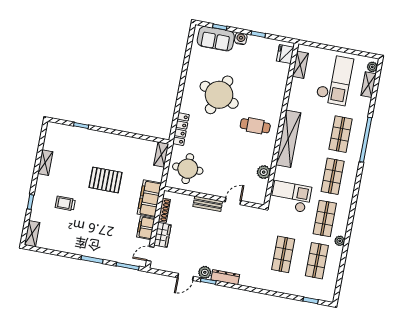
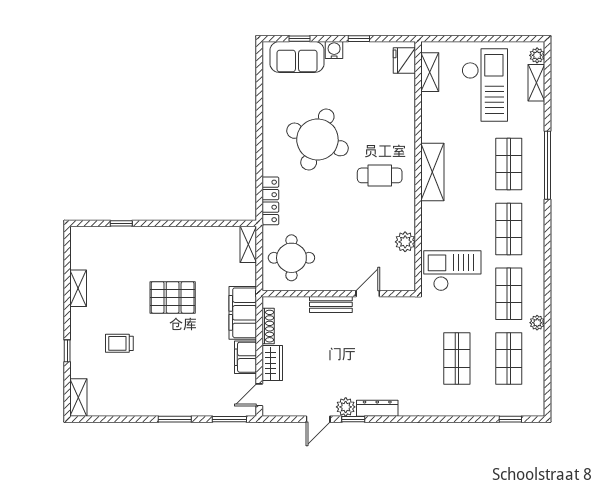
shelving: (288, 139) -> (432, 172), width x0.68

